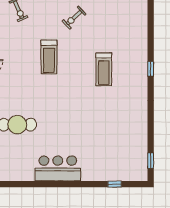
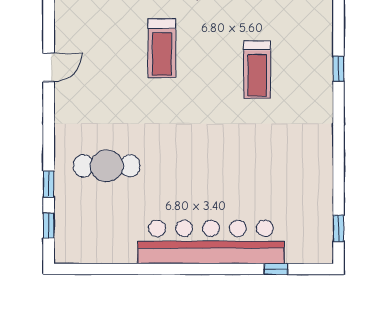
bar counter: (58, 168) -> (211, 242), width x1.86

